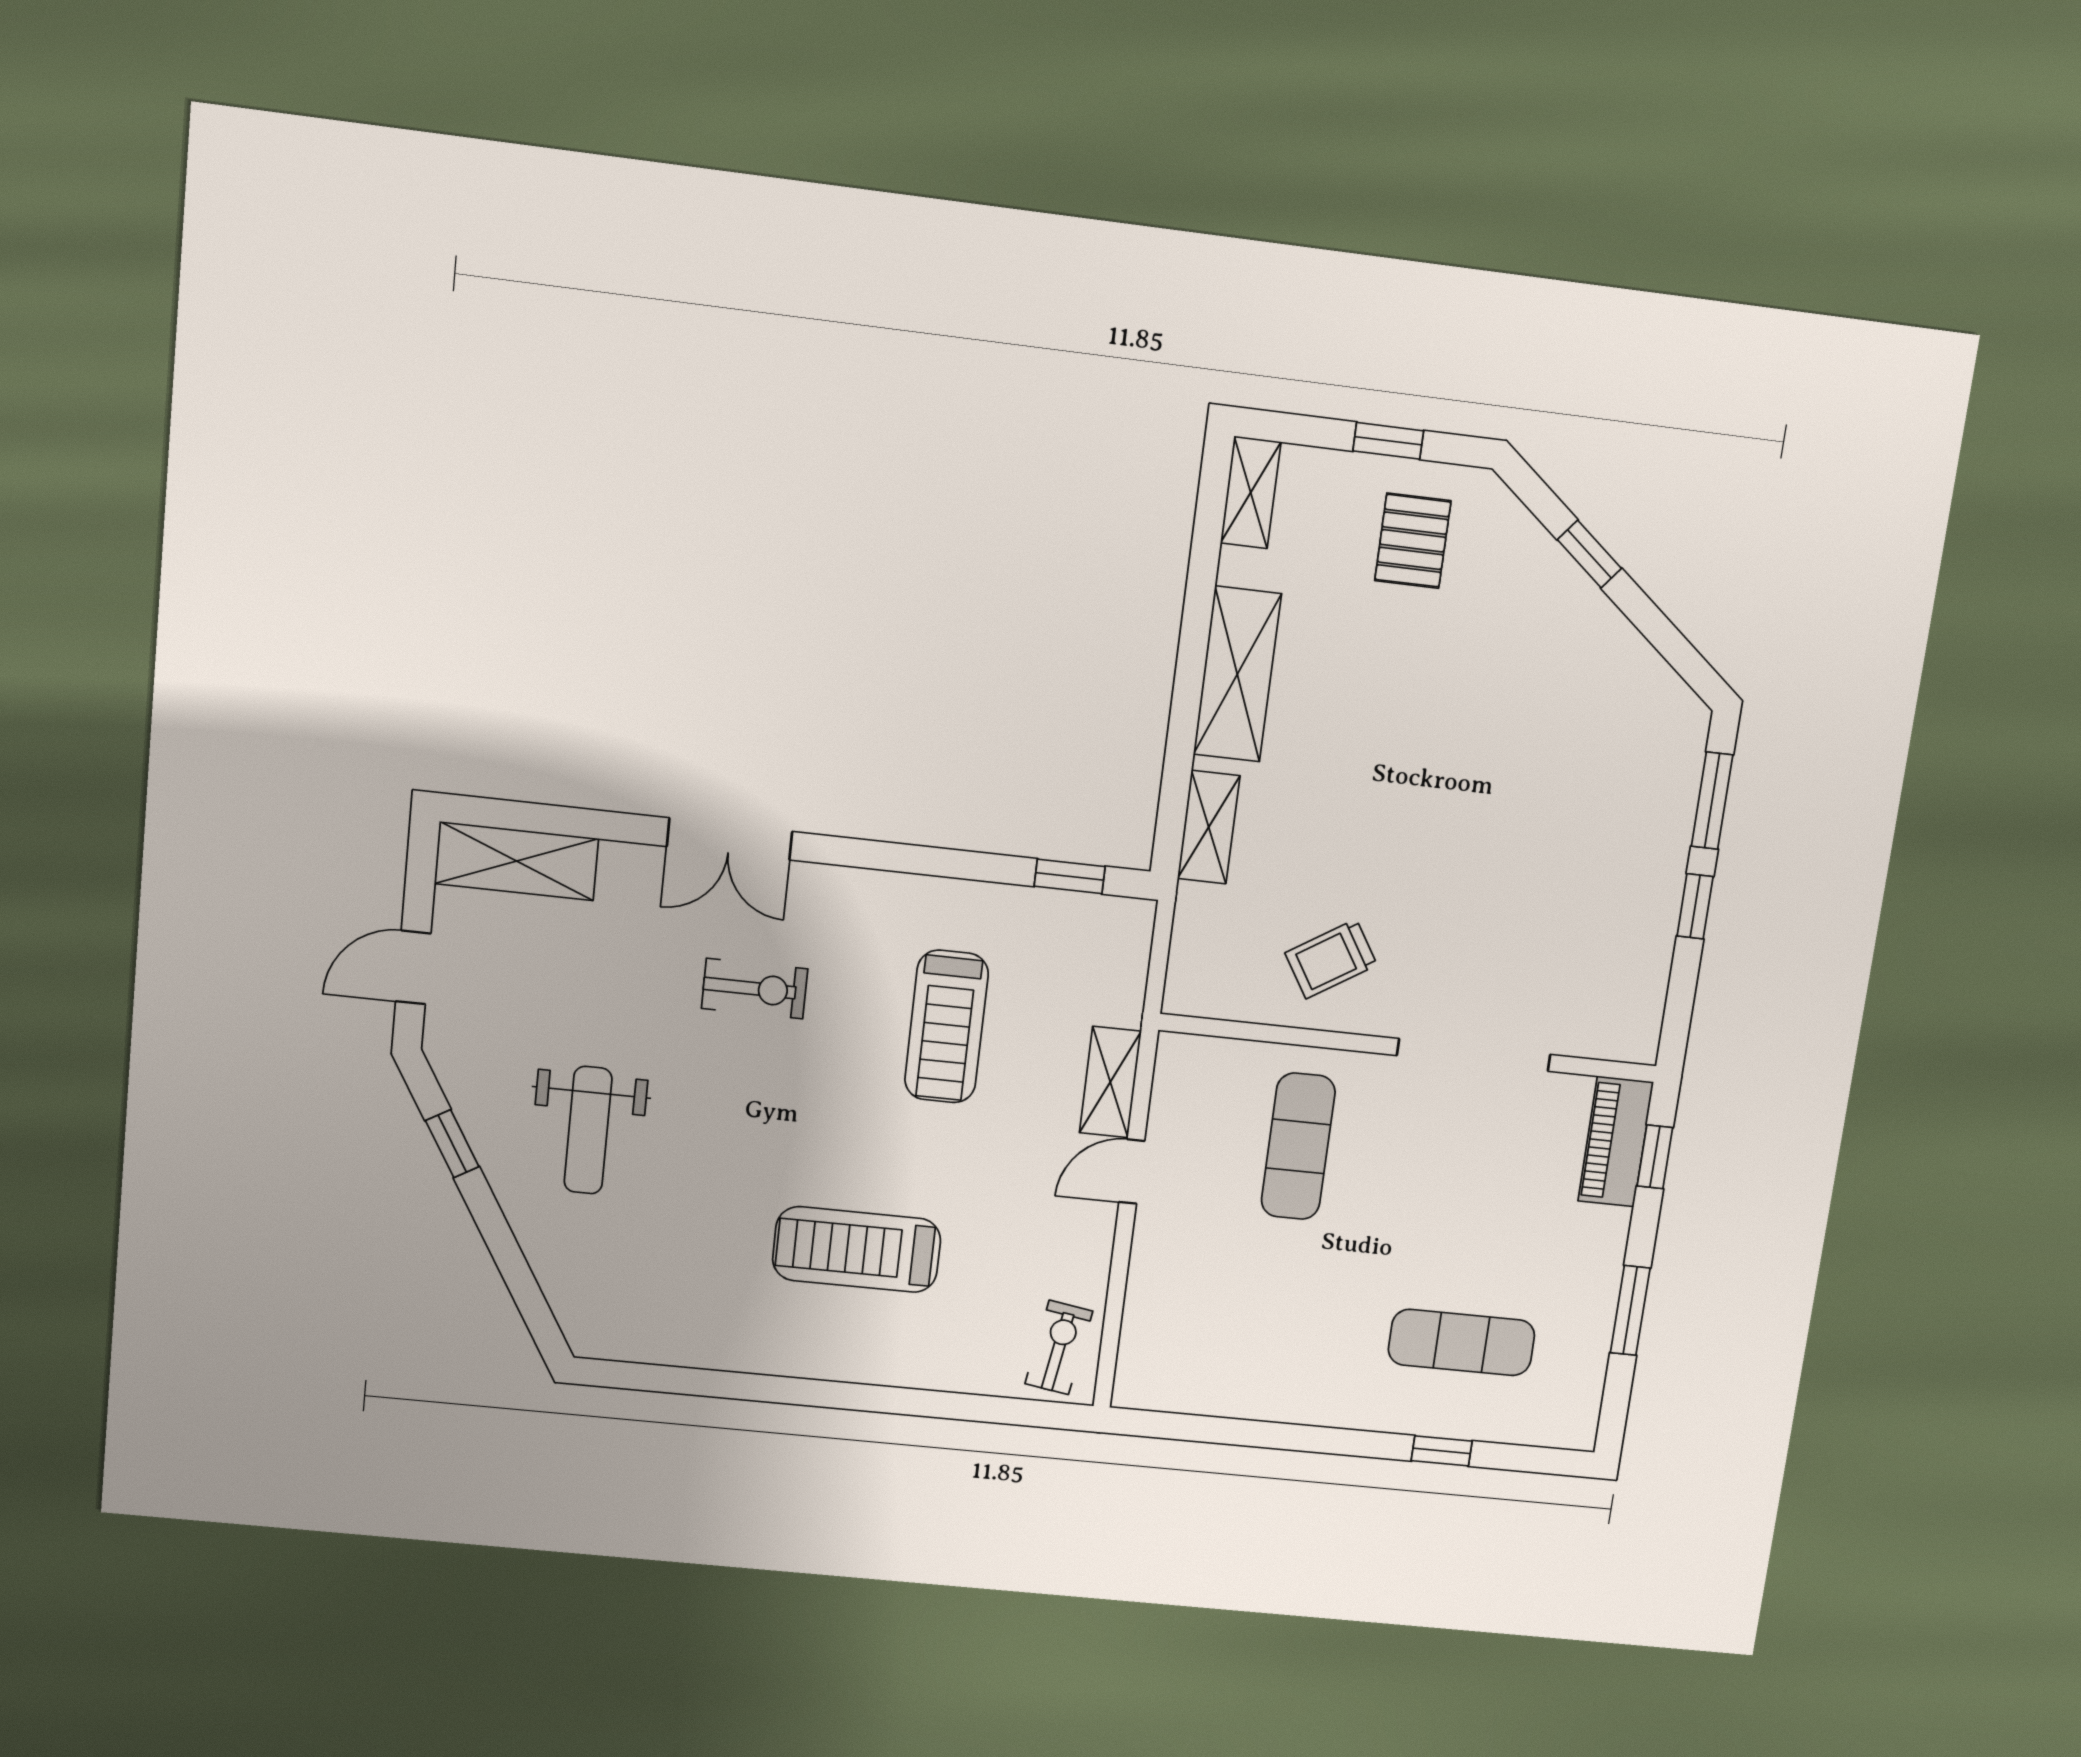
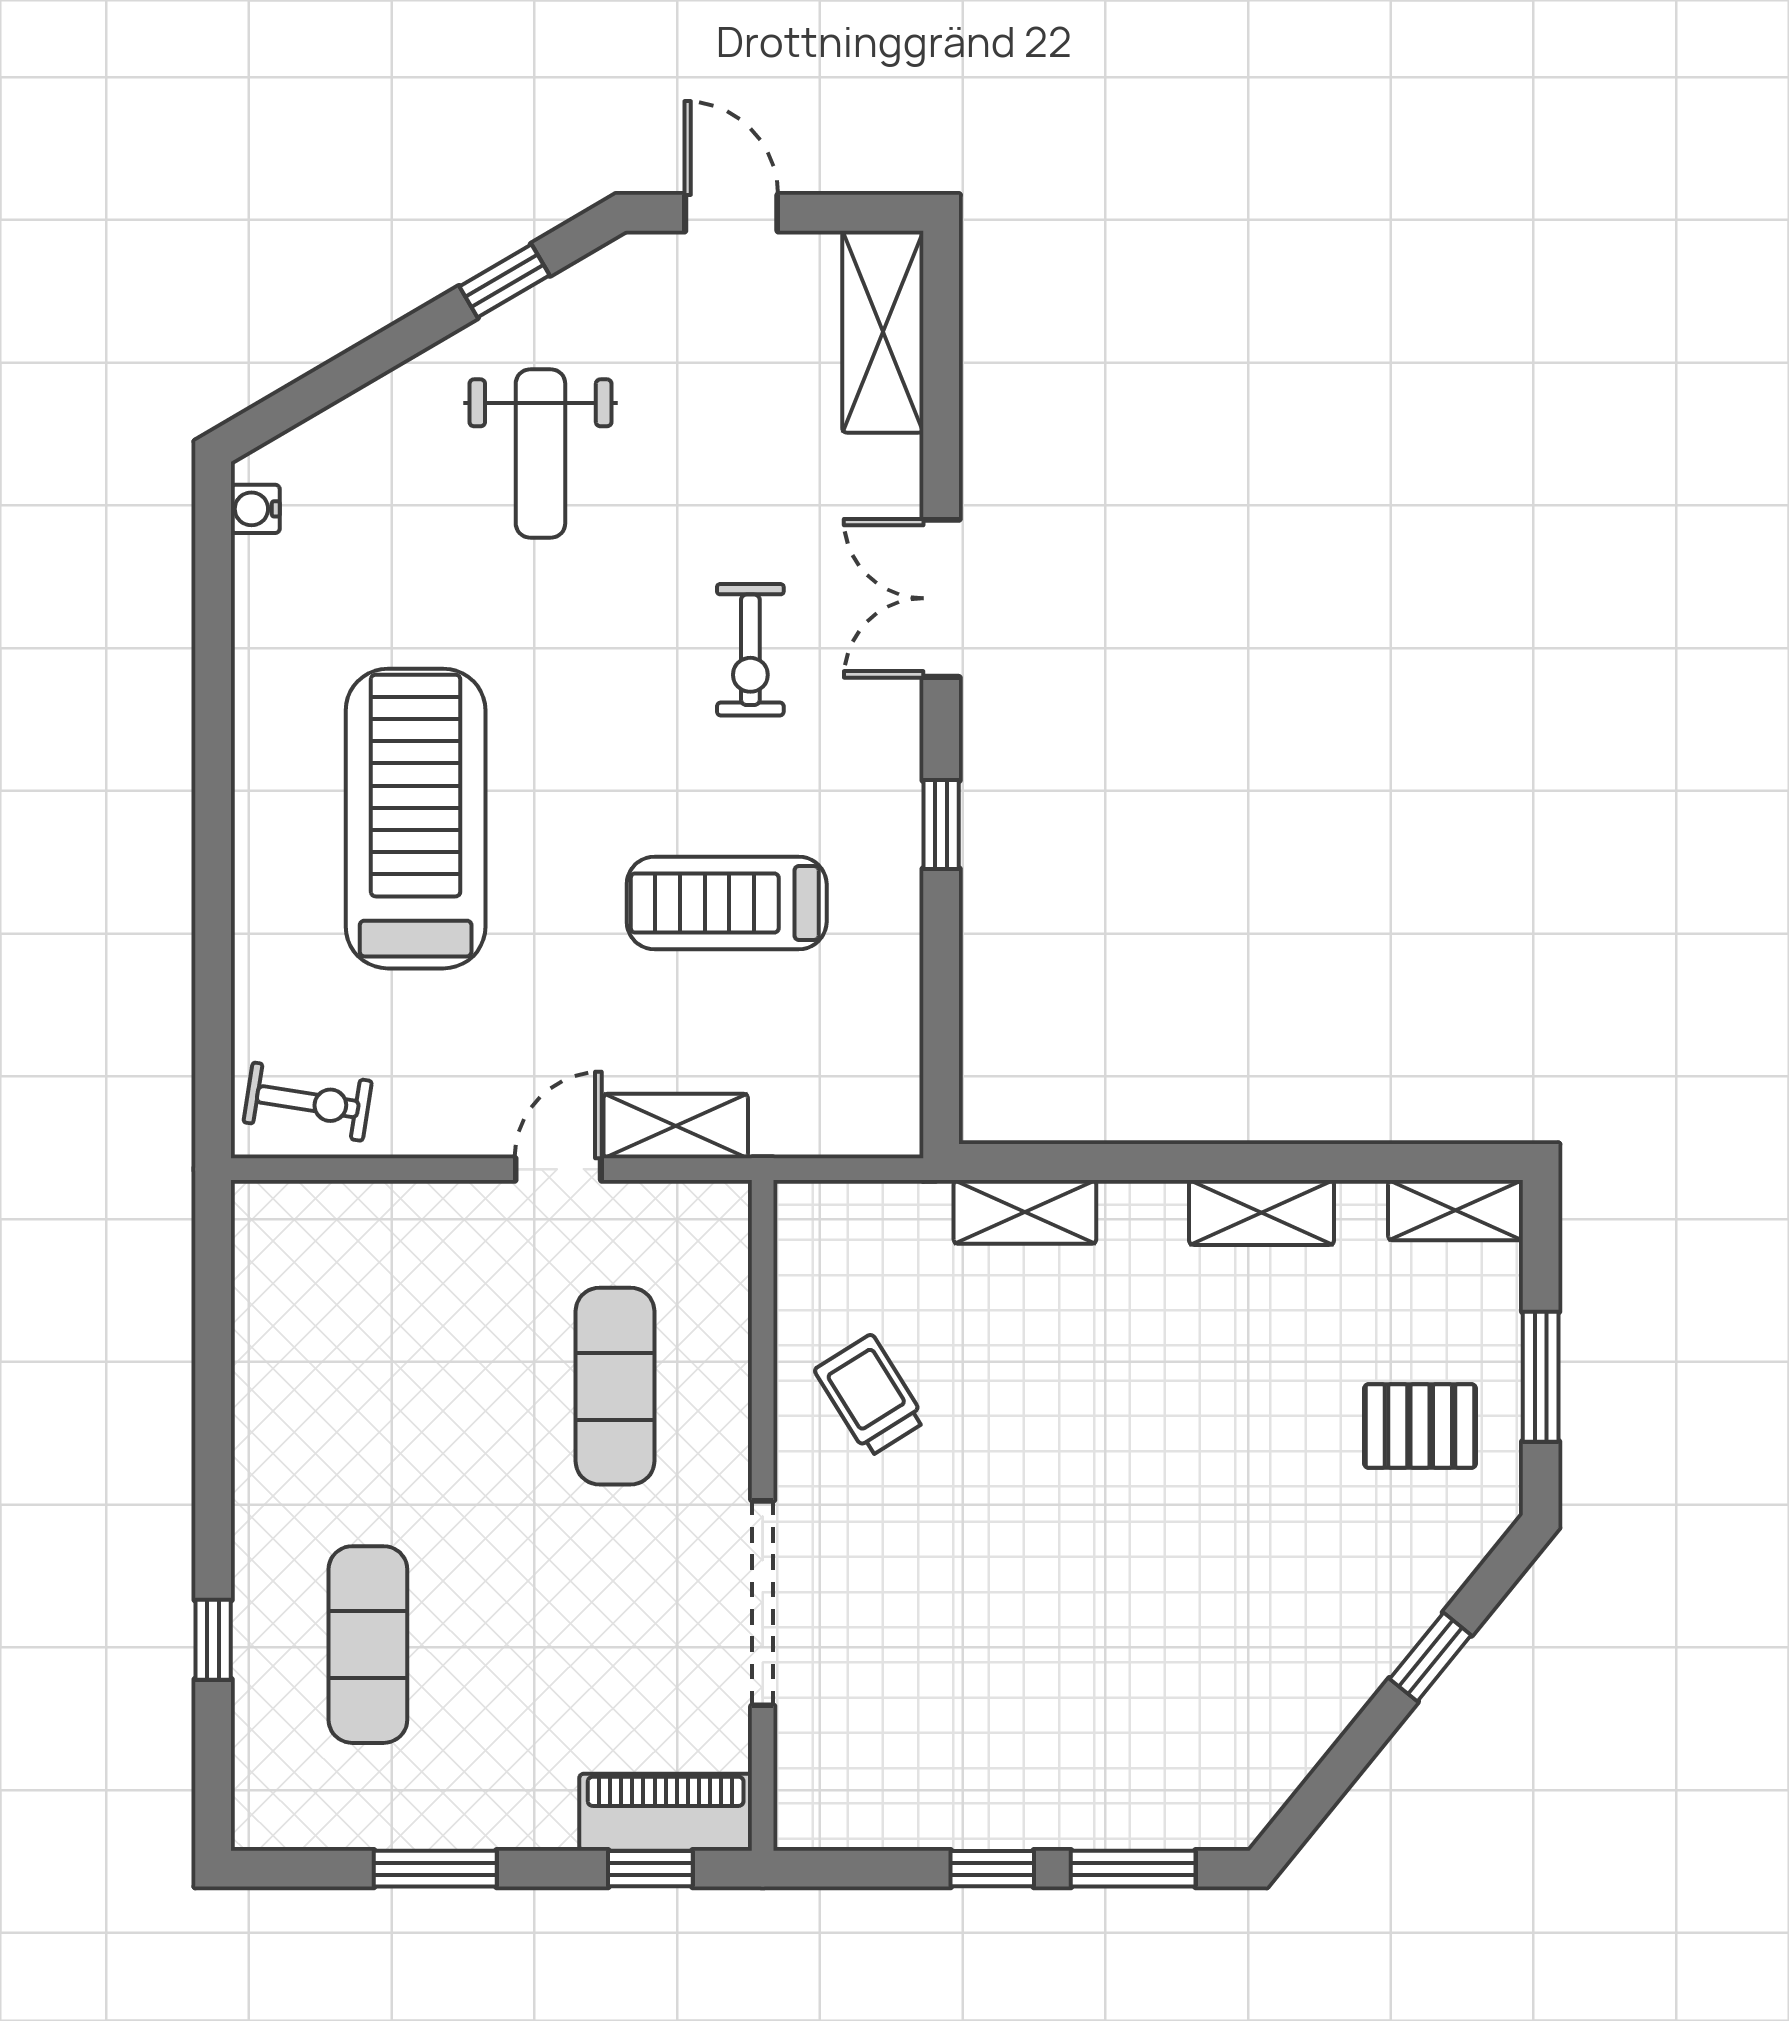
window: (1388, 441) -> (1541, 1377), width x1.50
shelving: (1237, 674) -> (1262, 1212), width x0.67, depth x0.75
window: (1070, 876) -> (941, 825), moved
weight bench: (588, 1130) -> (540, 453), turned -90
exercise mat: (1298, 1146) -> (615, 1386), turned 90
door: (1132, 1172) -> (558, 1169), hinge flipped
treadmill: (857, 1249) -> (416, 819), width x1.37, depth x1.38
water cooler: (611, 1343) -> (255, 509), added

